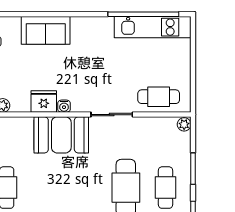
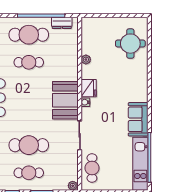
sofa: (46, 30) -> (138, 119), moved

